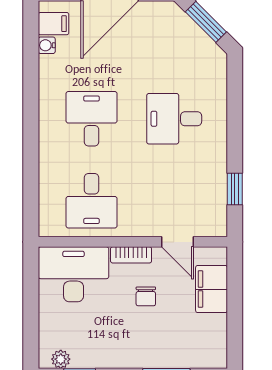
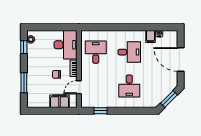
filing cabinet: (54, 24) -> (150, 37), moved
desk: (174, 119) -> (129, 86), turned 180
desk: (92, 201) -> (96, 52), turned 90

